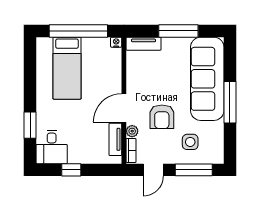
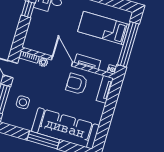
window: (178, 31) -> (107, 118), removed
armchair: (162, 117) -> (77, 84), moved
tv unit: (115, 139) -> (87, 62), moved

